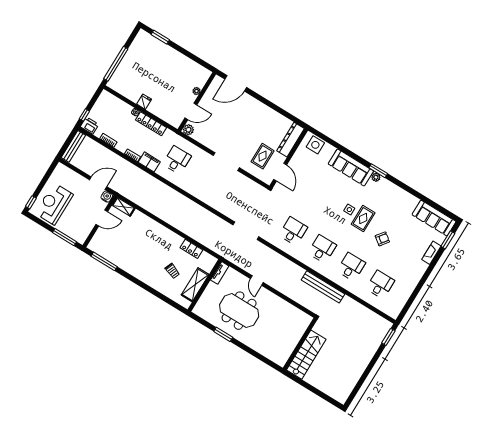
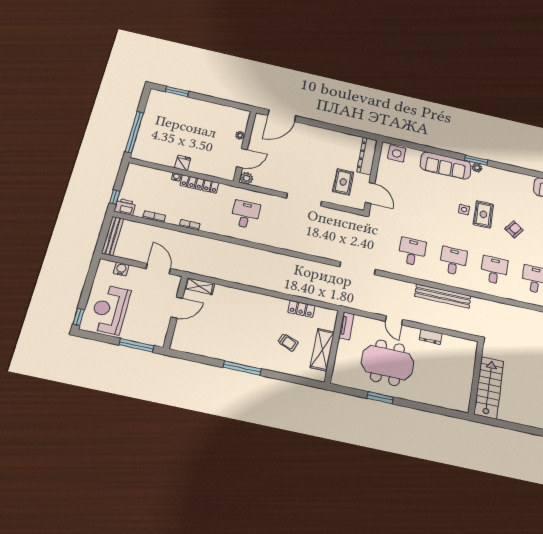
filing cabinet: (149, 162) -> (213, 226), removed
door: (98, 183) -> (158, 269), hinge flipped
water cooler: (107, 197) -> (121, 269), moved
window: (104, 261) -> (242, 368), moved
bench: (323, 287) -> (443, 296), moved
dresser: (279, 302) -> (431, 337), added

